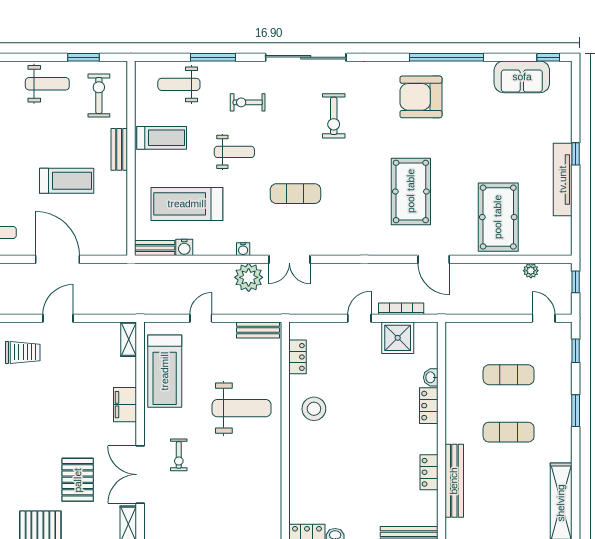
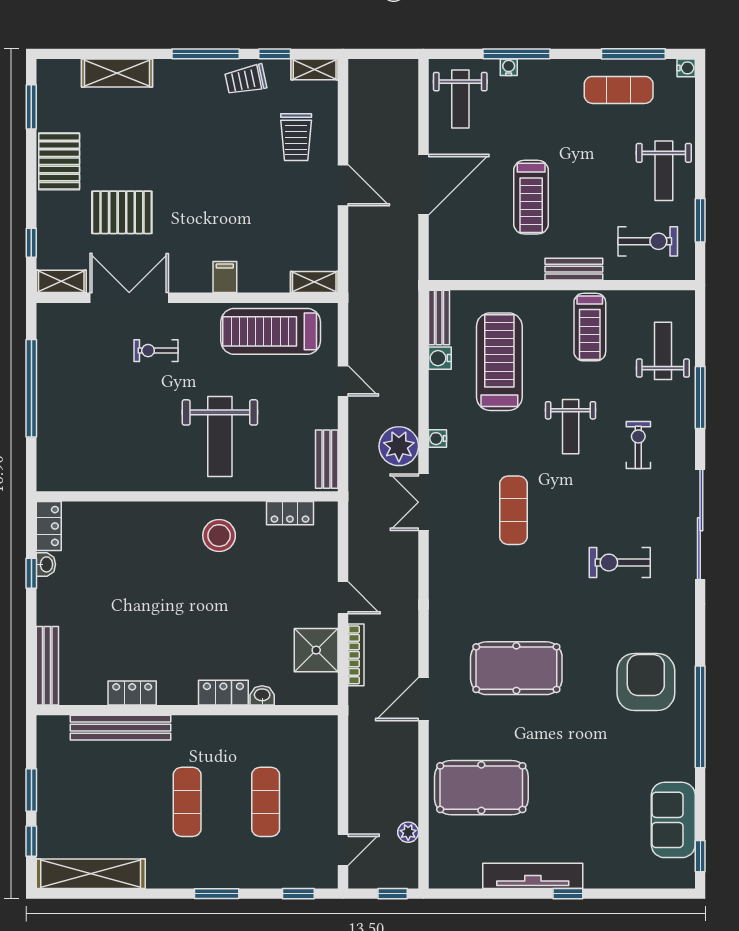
filing cabinet: (125, 405) -> (225, 277), width x0.50

